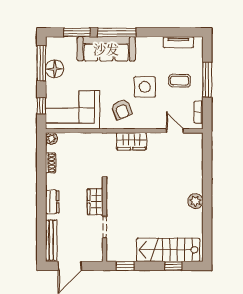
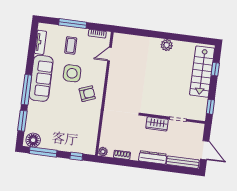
sofa: (106, 49) -> (41, 78), moved
floor lamp: (55, 69) -> (33, 140), moved
corner sofa: (73, 110) -> (83, 132), removed
wardrobe: (131, 141) -> (113, 89), removed
dresser: (52, 202) -> (153, 157), width x1.44

